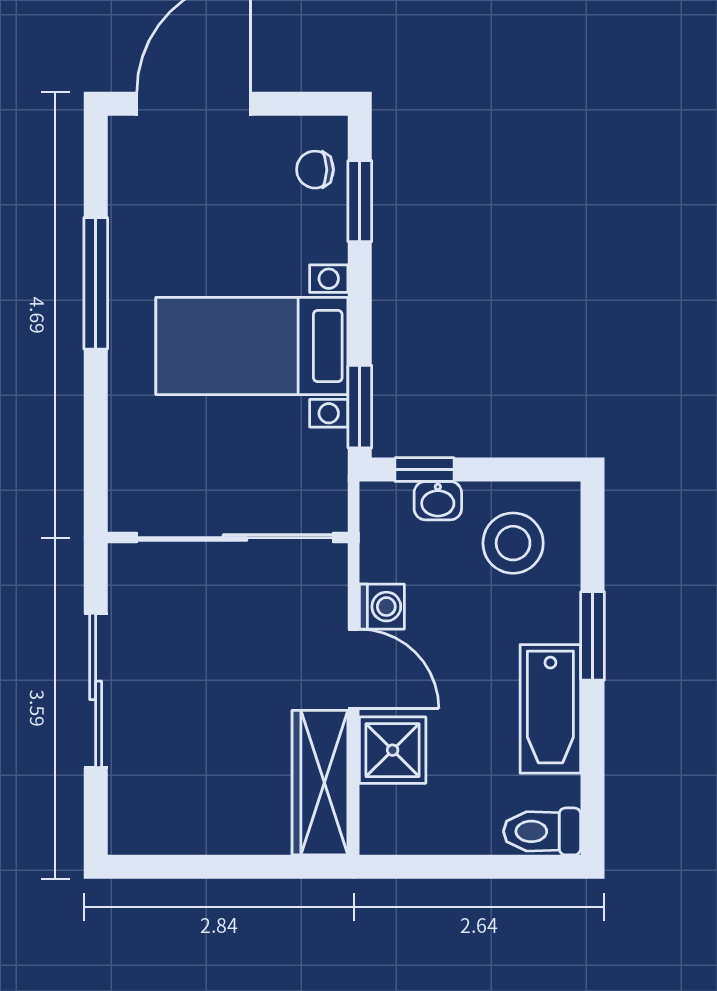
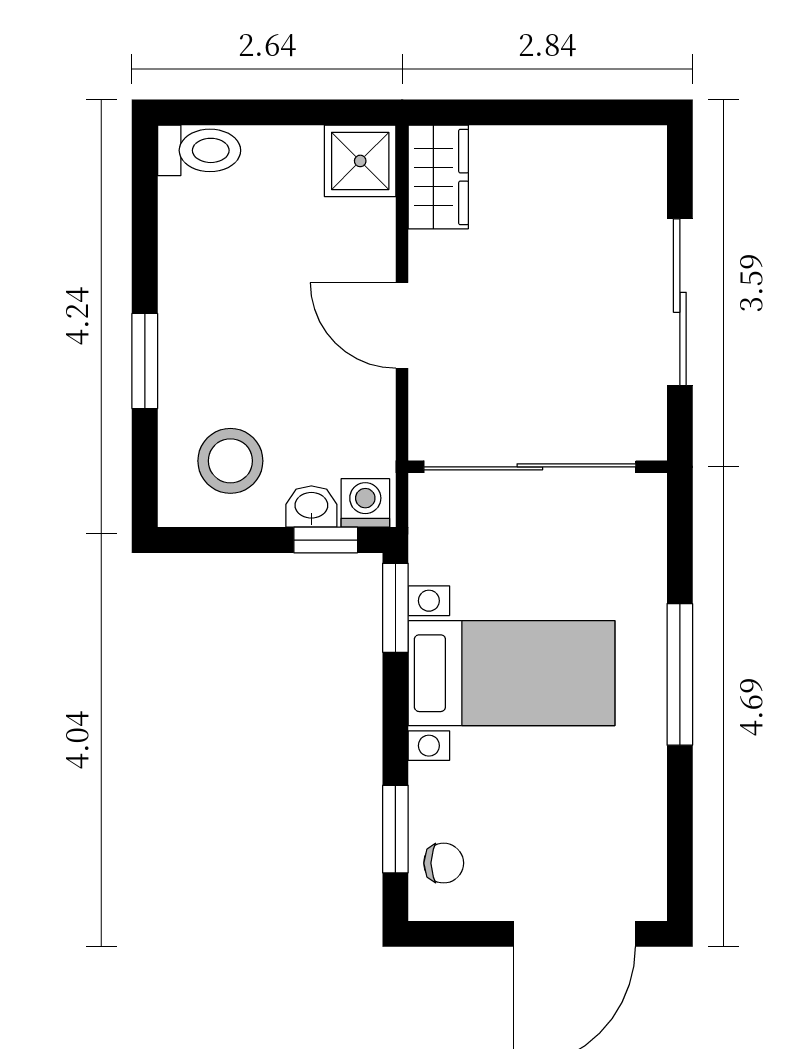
window: (96, 283) -> (680, 674), moved
washing machine: (382, 607) -> (365, 503), moved, turned 90
bathtub: (550, 709) -> (190, 282), removed
shower: (393, 750) -> (360, 161), moved
wardrobe: (320, 783) -> (438, 177), width x0.67

